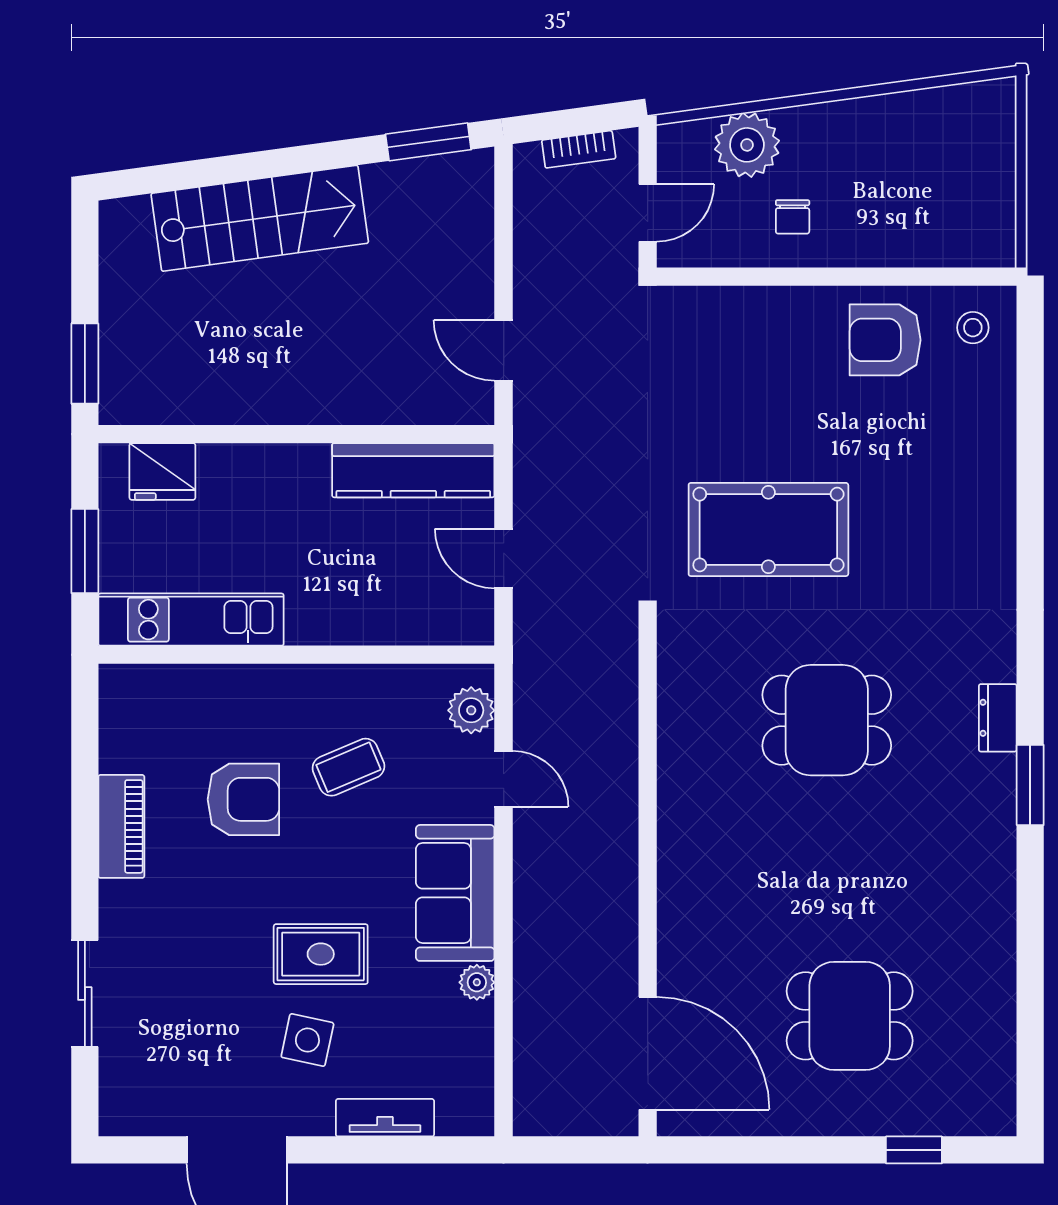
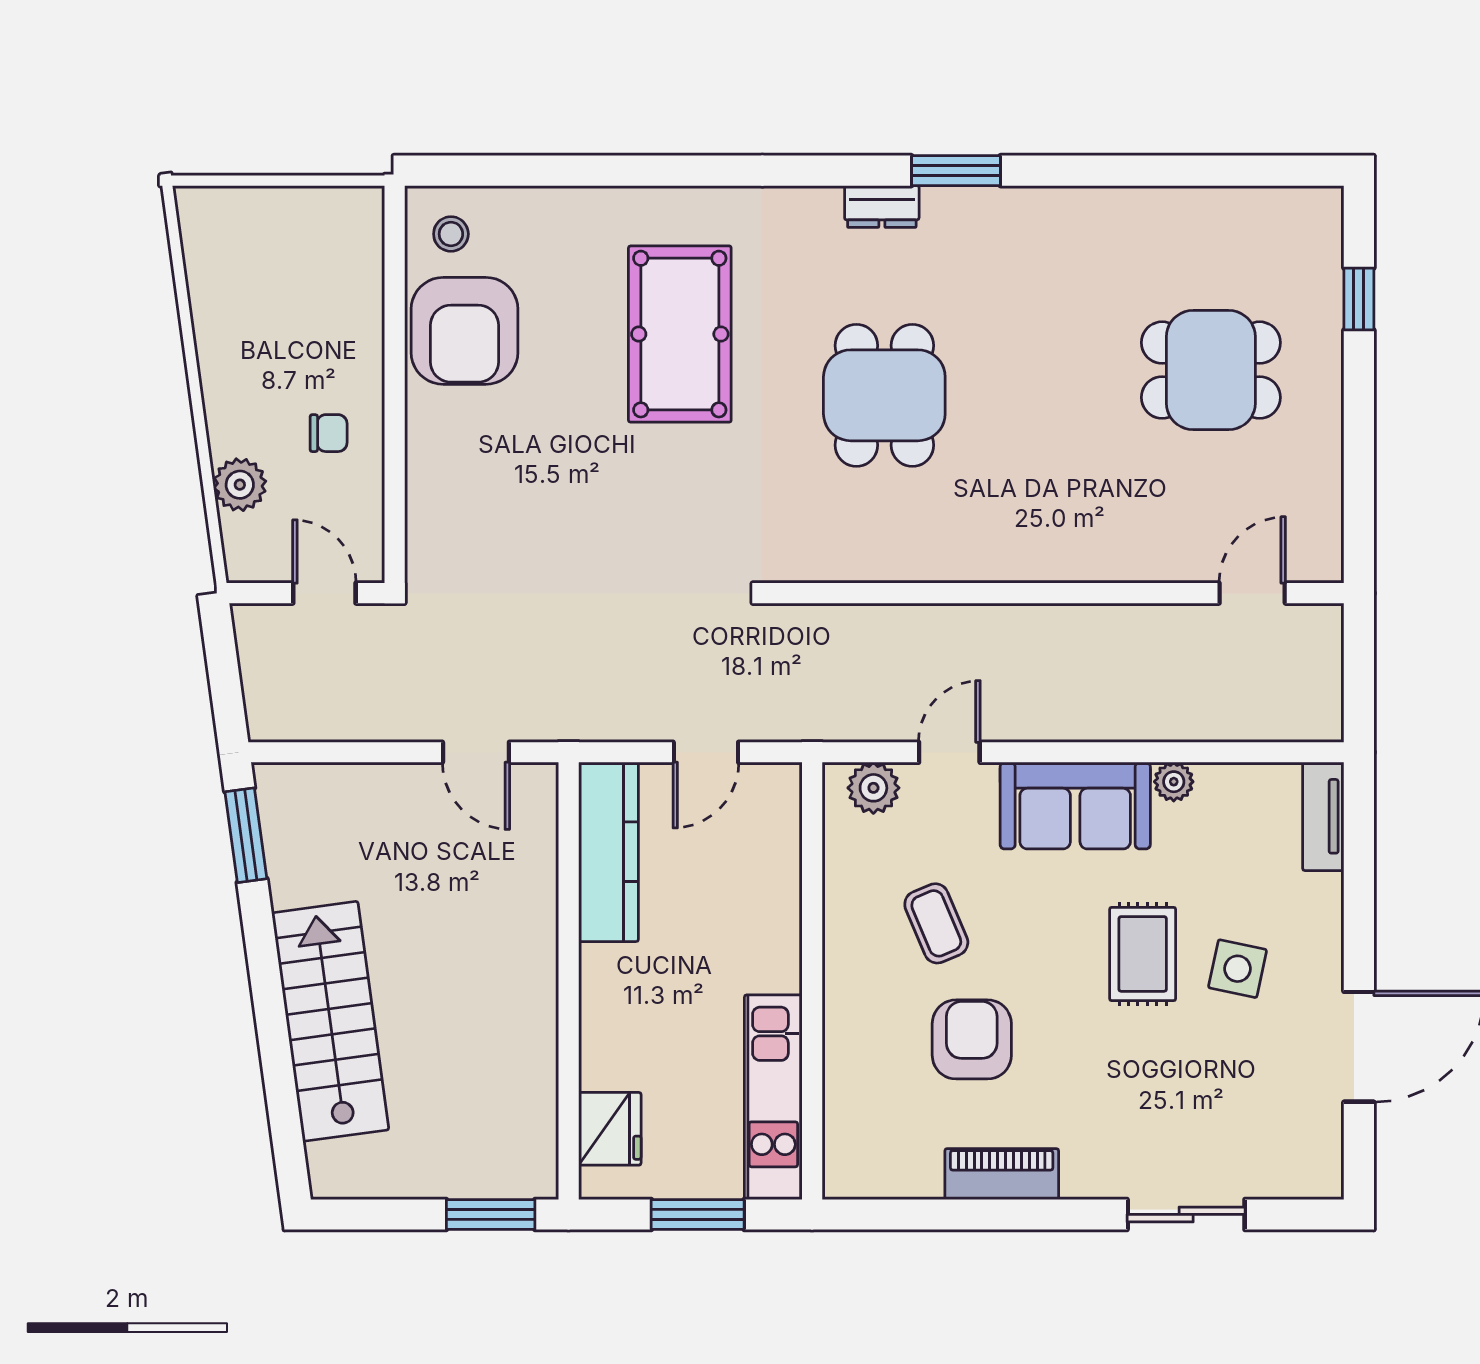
plant: (747, 145) -> (240, 485), width x0.73, depth x0.73
bookcase: (579, 149) -> (254, 669), removed
armchair: (885, 340) -> (465, 331), width x1.36, depth x1.36
door: (504, 350) -> (476, 752), hinge flipped
pool table: (768, 529) -> (680, 334), moved
dining table: (850, 1016) -> (1211, 370), turned 90
door: (648, 1053) -> (1252, 593), width x0.53
tv unit: (385, 1118) -> (1323, 816), moved

